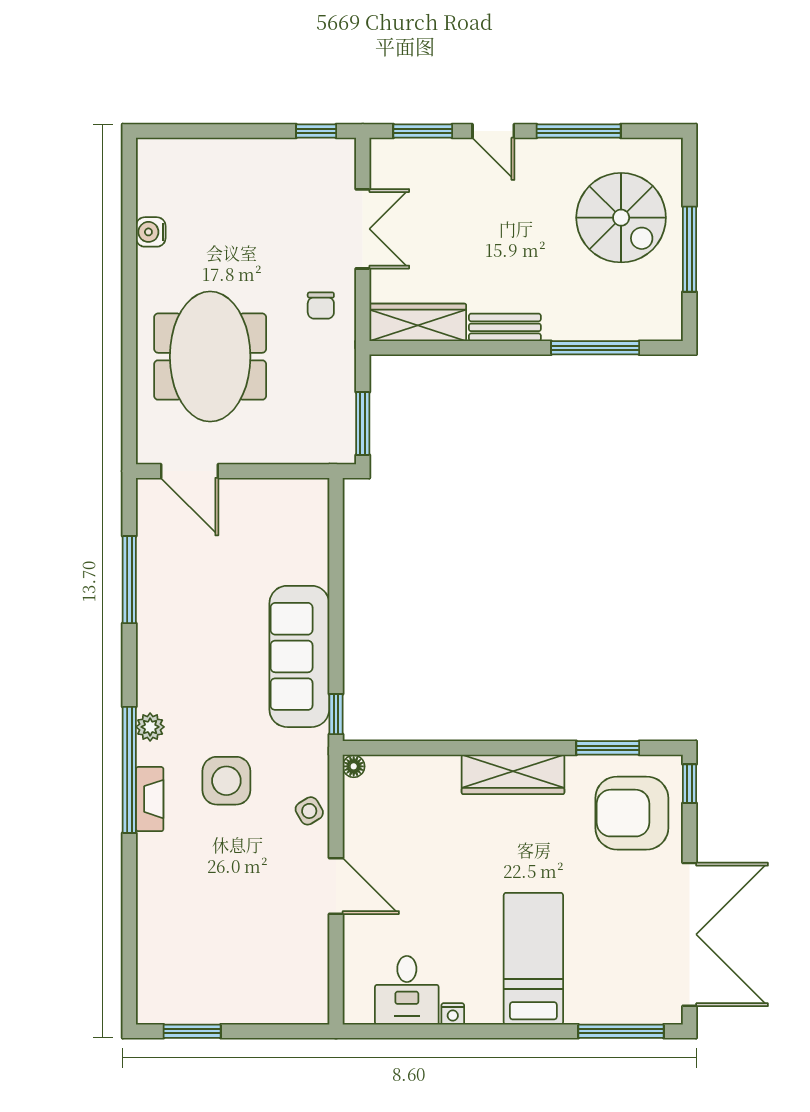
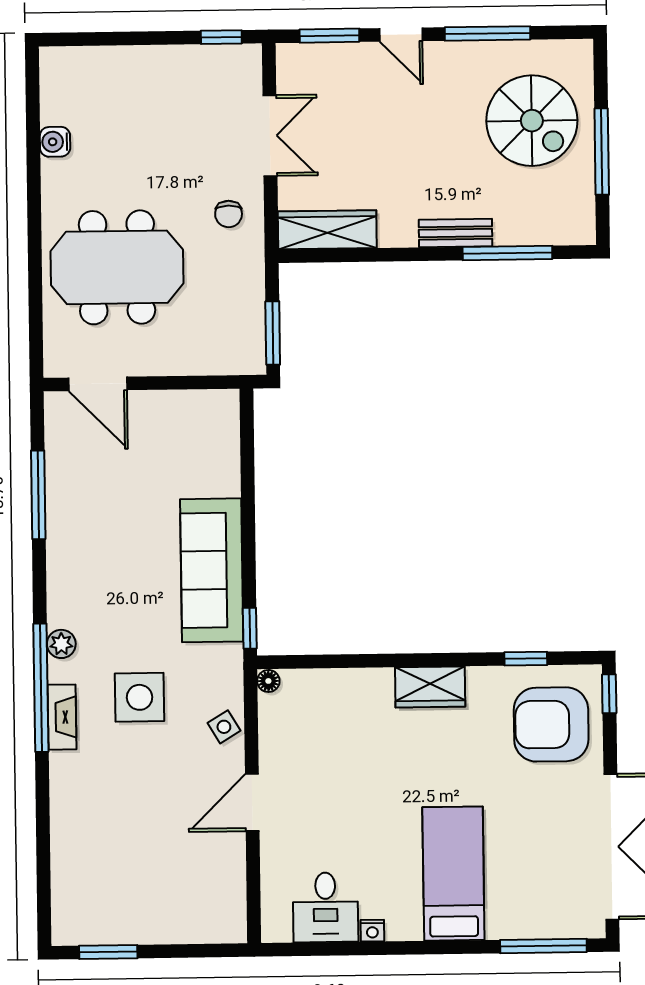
bench: (505, 327) -> (455, 233), moved
meeting table: (210, 357) -> (117, 267), turned 90
window: (608, 748) -> (526, 659), width x0.67
wardrobe: (513, 774) -> (430, 687), width x0.67
door: (336, 886) -> (252, 803), swing flipped

